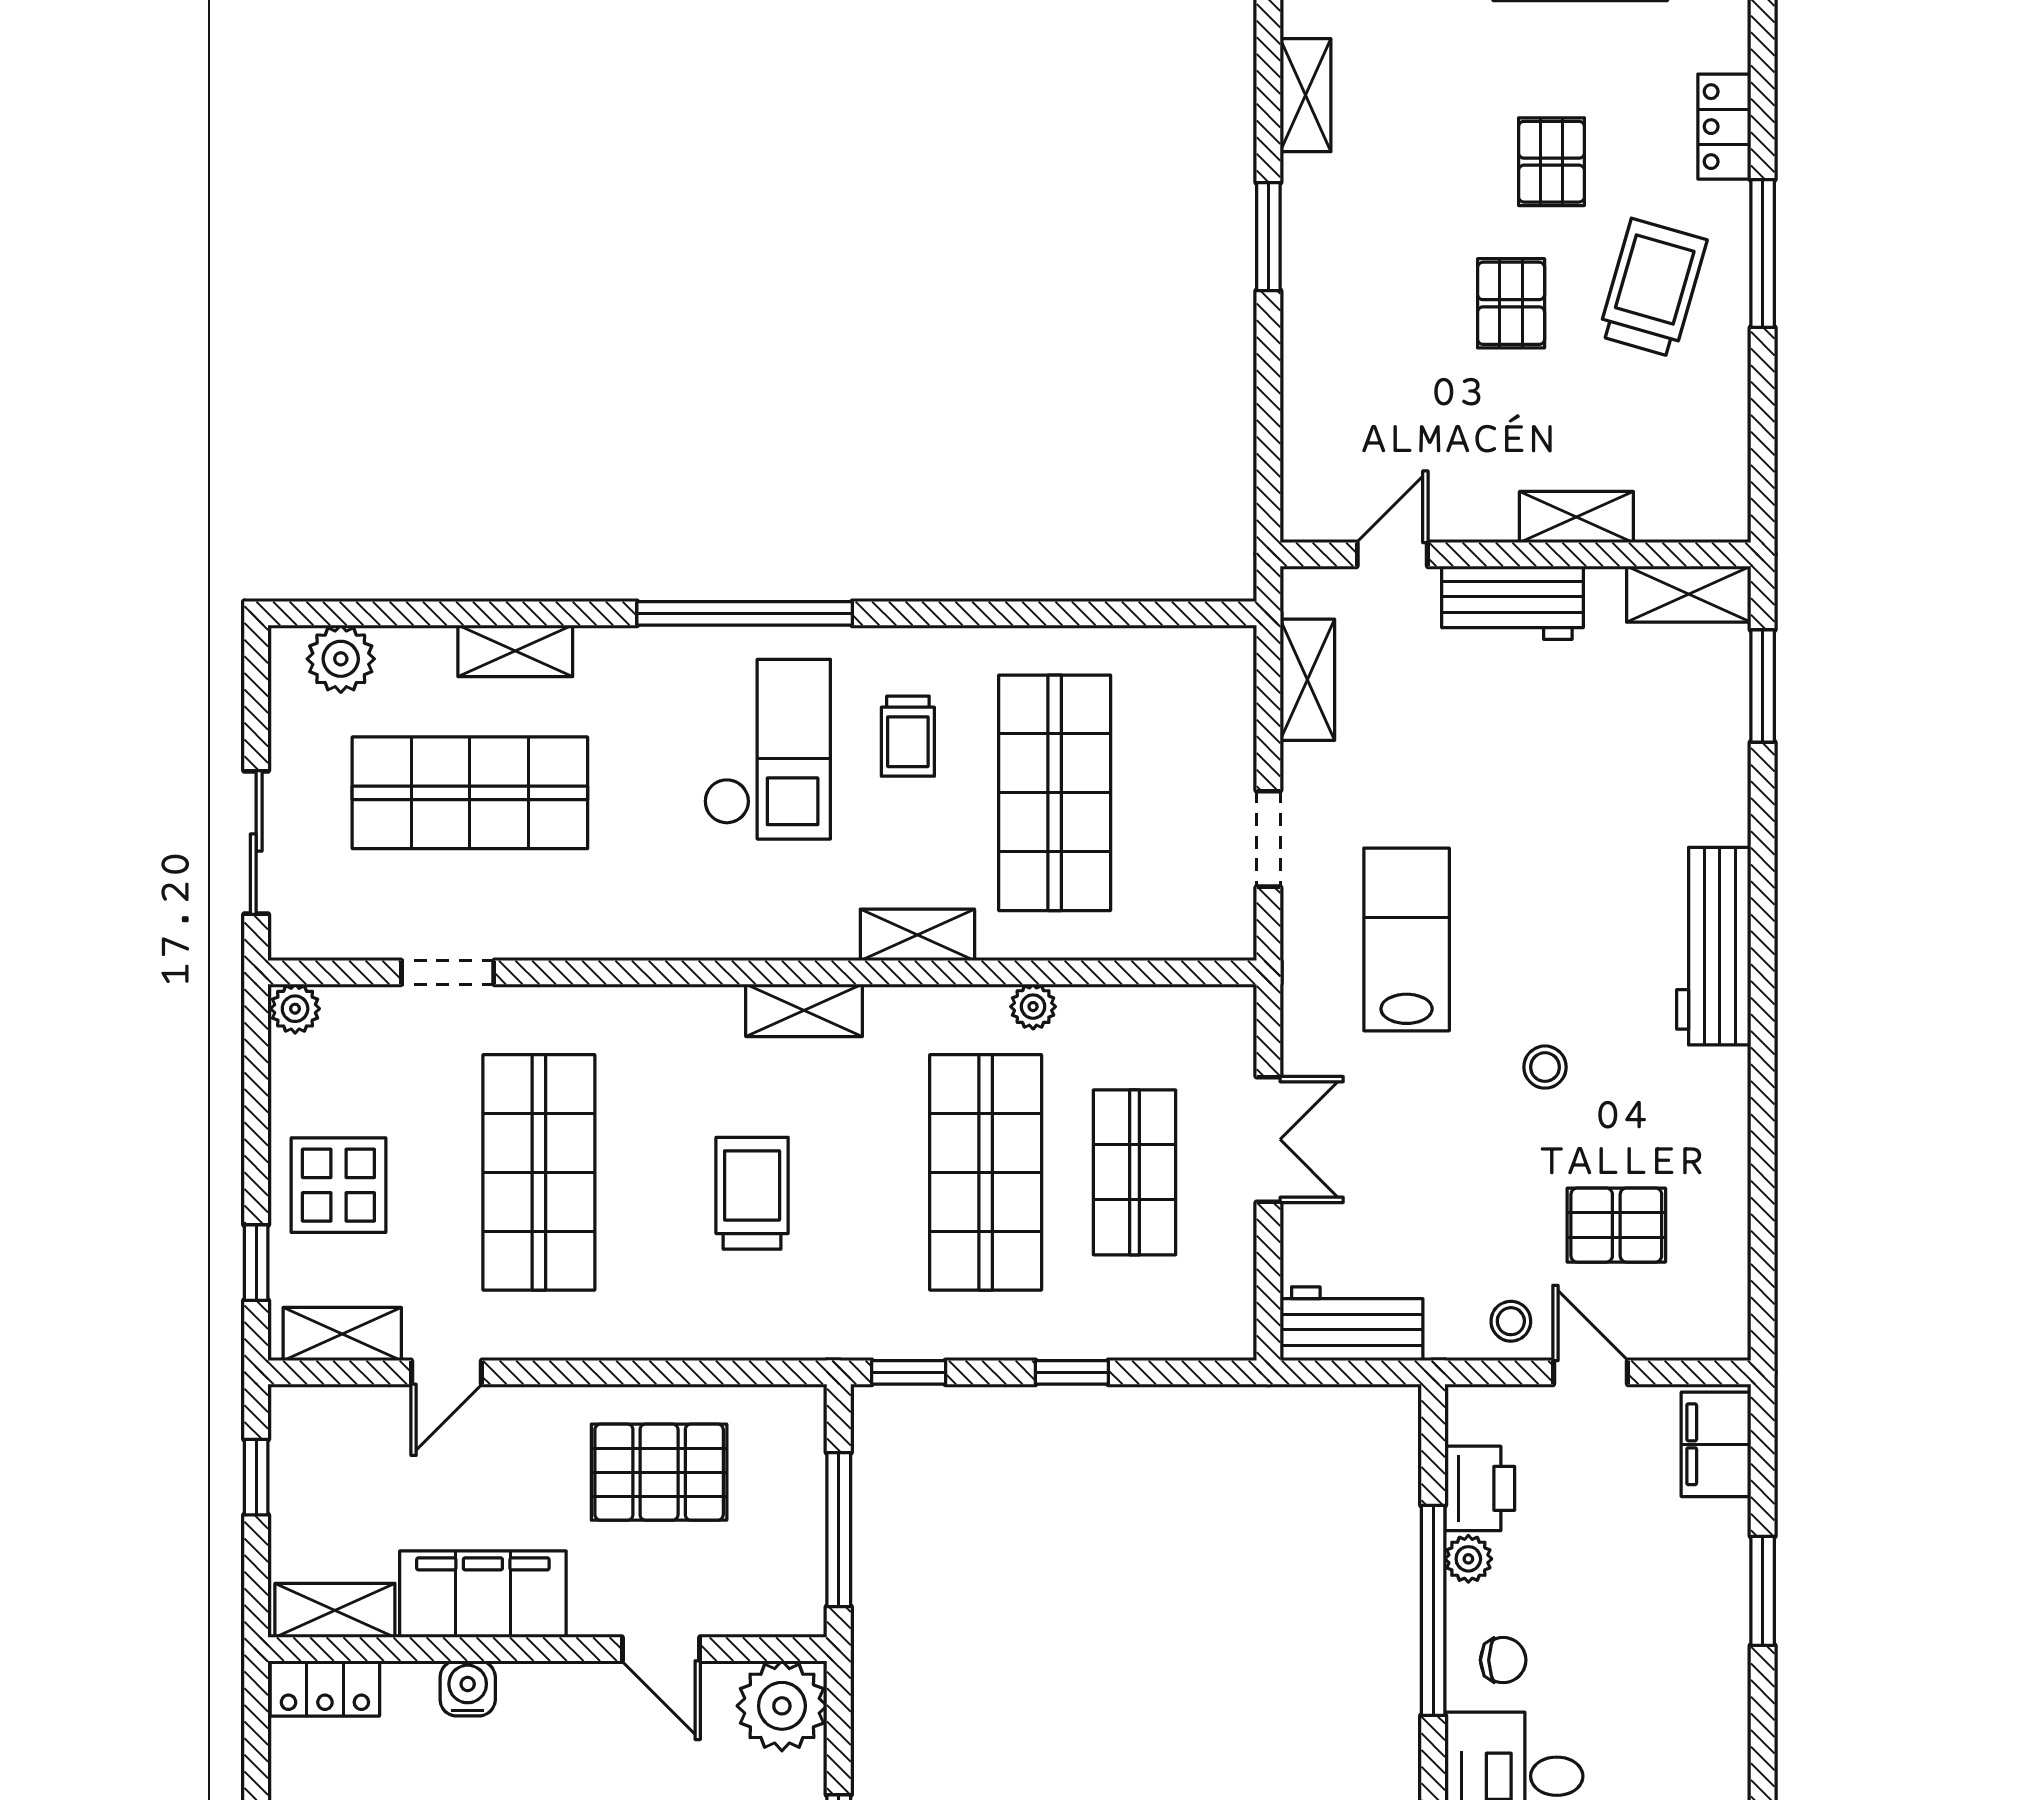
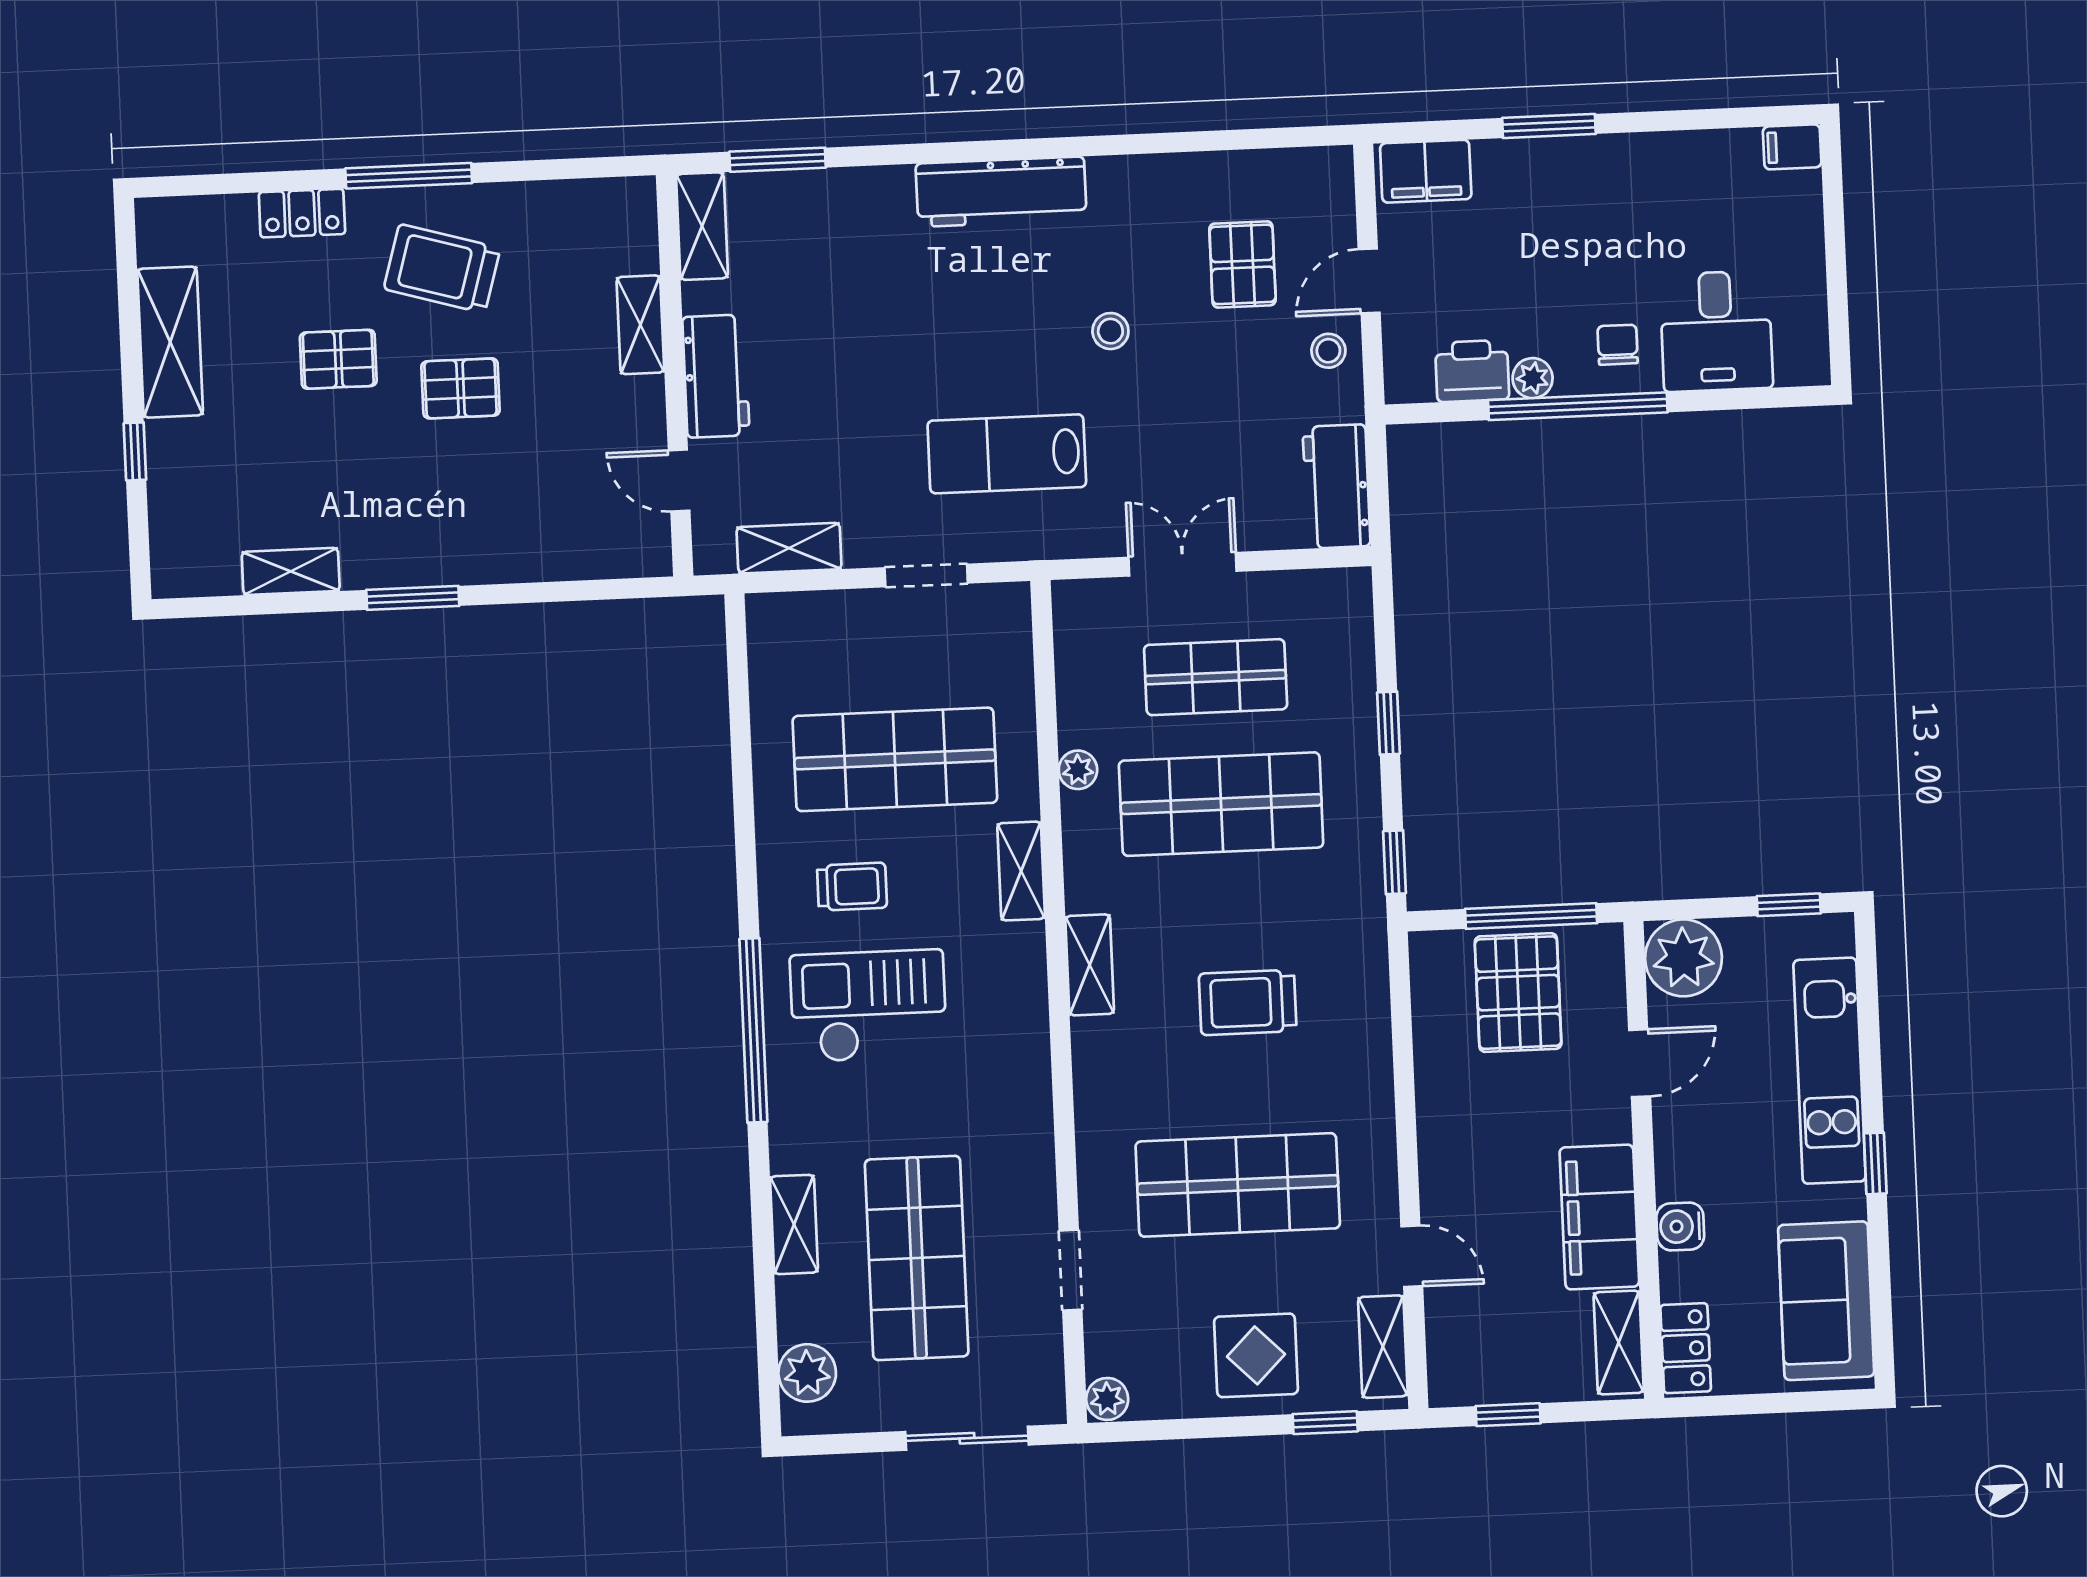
pallet: (659, 1472) -> (1518, 993), moved

